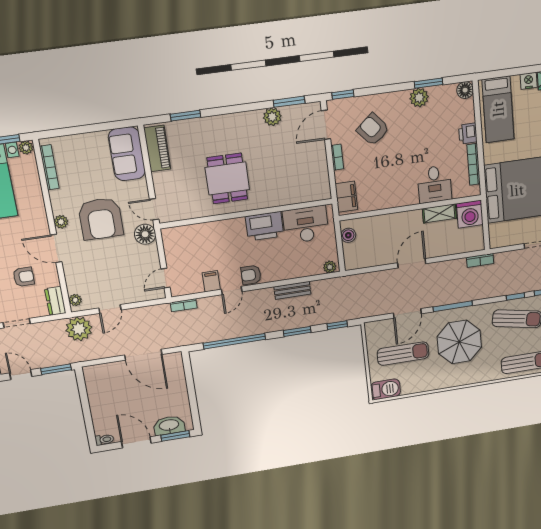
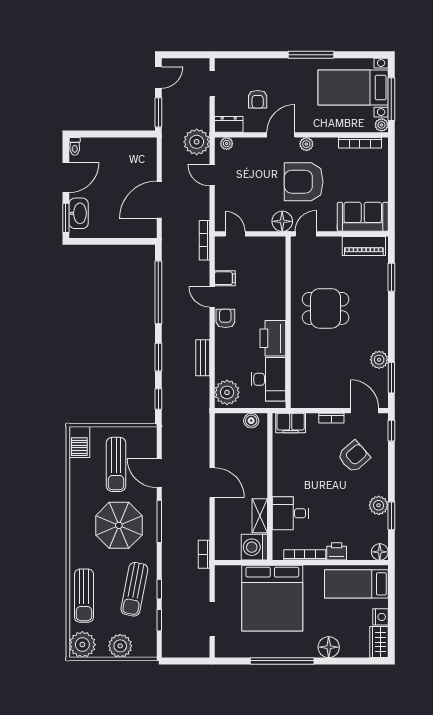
plant: (330, 267) -> (227, 392), width x1.88, depth x1.88
bookcase: (184, 305) -> (205, 240), width x1.56

